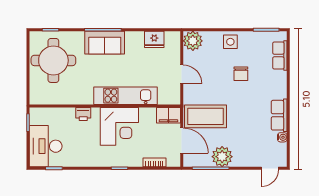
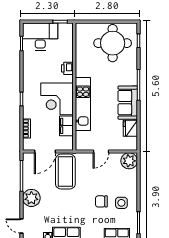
side table: (230, 42) -> (121, 203), moved
sofa: (105, 43) -> (128, 103), moved
filing cabinet: (168, 115) -> (66, 126), moved
plant: (222, 157) -> (31, 198), moved

